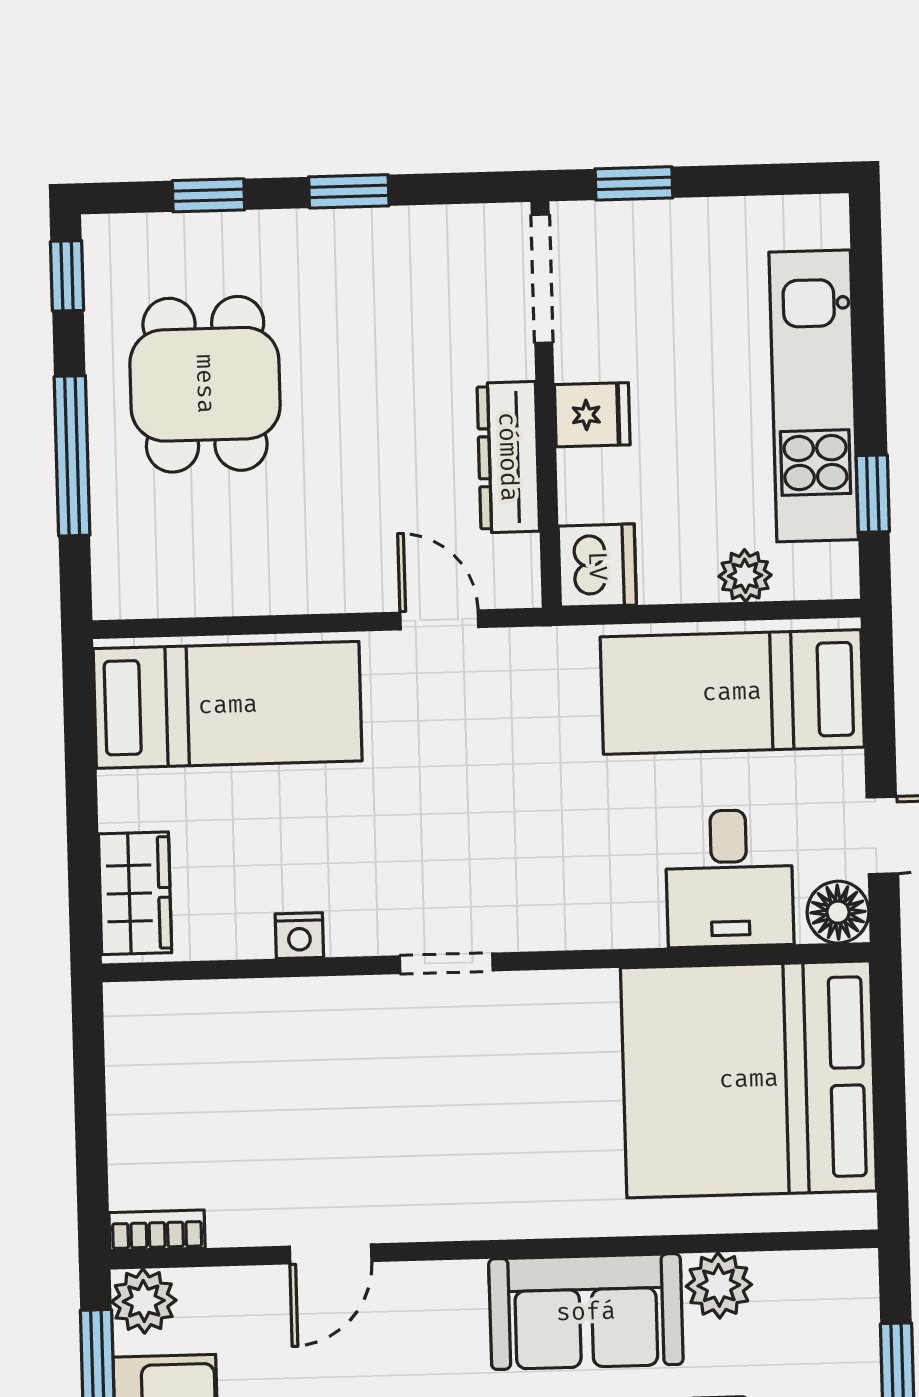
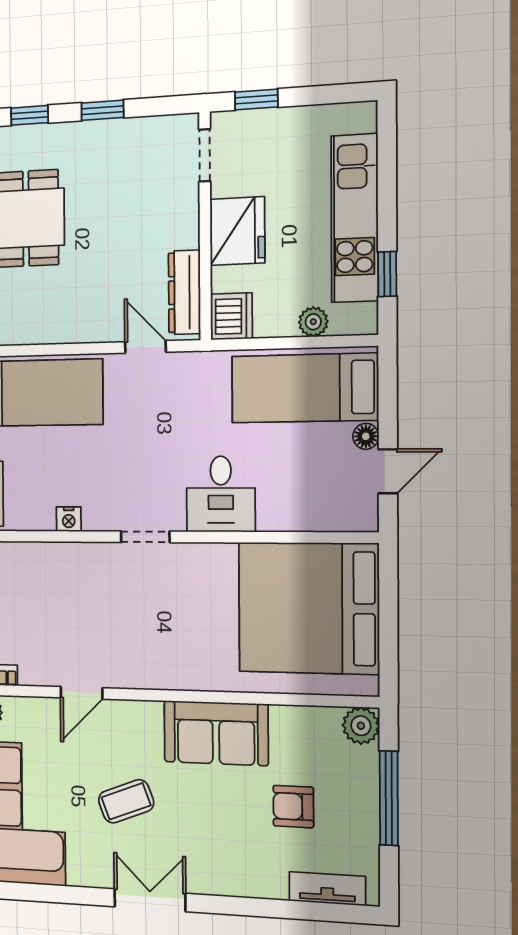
doorway: (542, 279) -> (205, 155), width x0.73
fridge: (592, 415) -> (237, 231), width x1.88, depth x1.34
dresser: (508, 457) -> (184, 292), moved
desk: (729, 878) -> (221, 494), moved
floor lamp: (838, 912) -> (366, 436), moved, width x0.73, depth x0.73
plant: (719, 1285) -> (361, 726), moved

